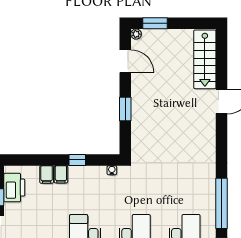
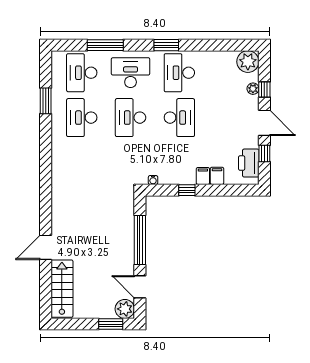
plant: (136, 34) -> (125, 309), width x1.88, depth x1.88
window: (125, 109) -> (140, 240), width x2.11
window: (222, 203) -> (46, 148), removed

